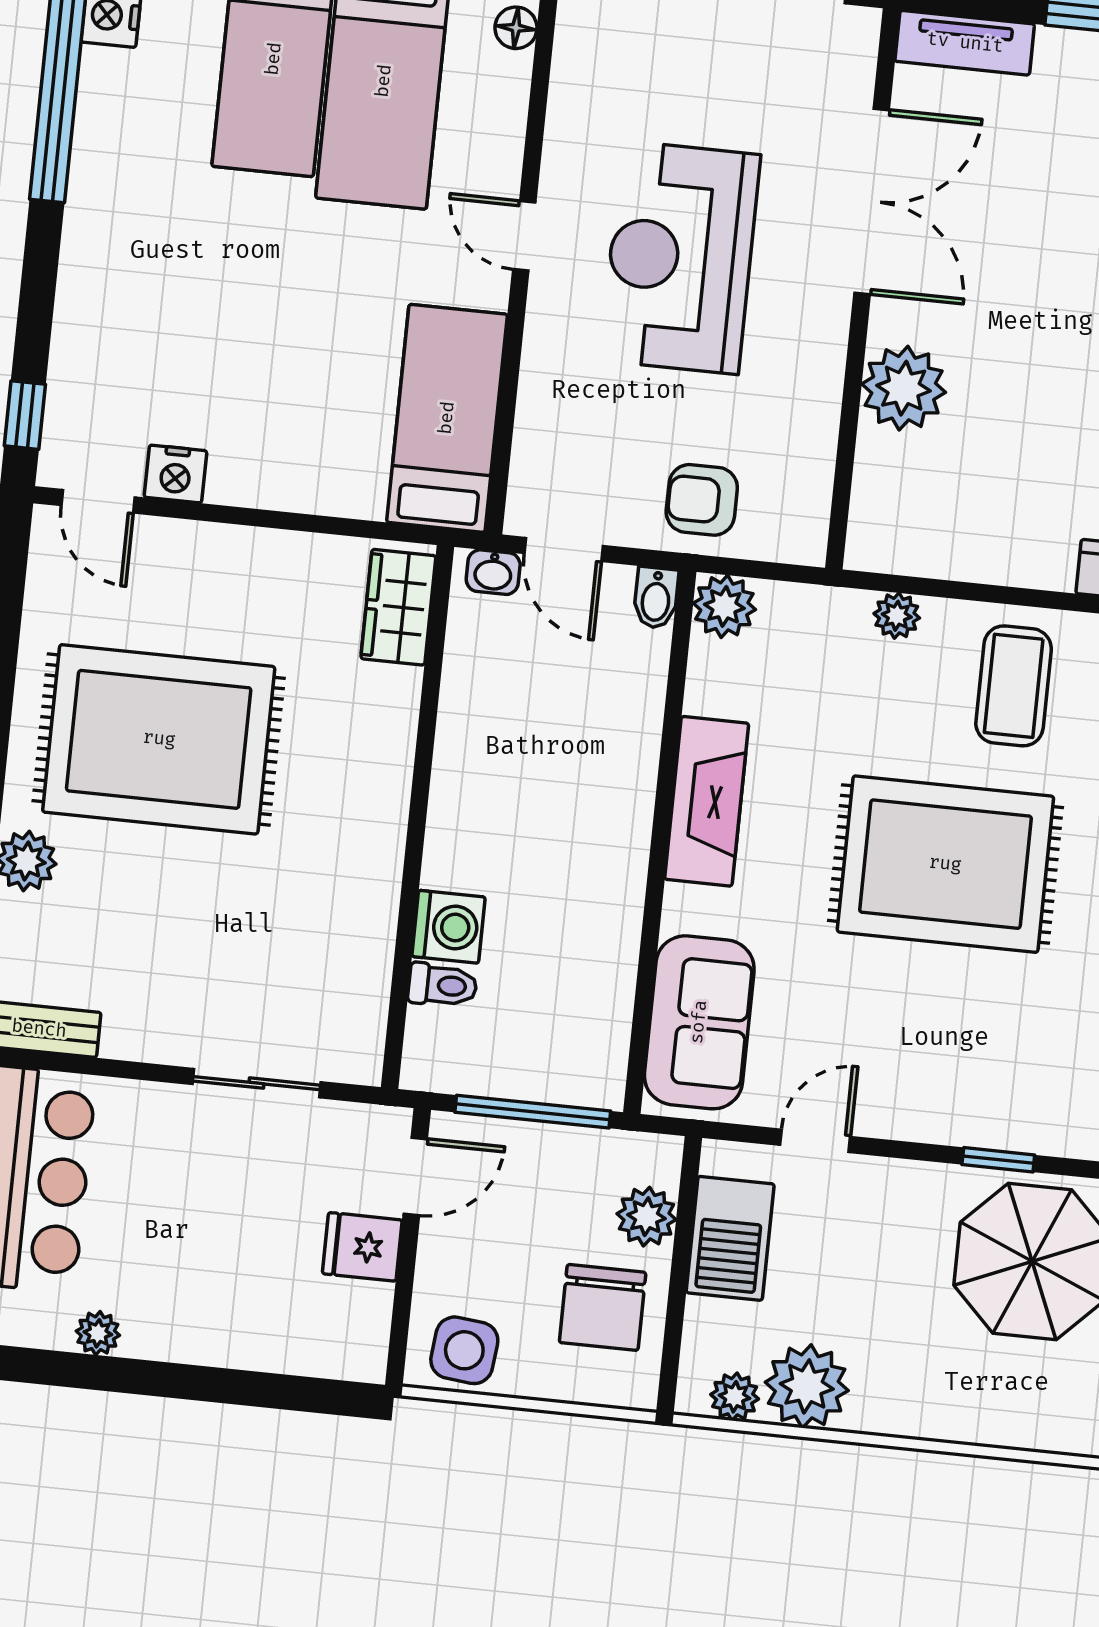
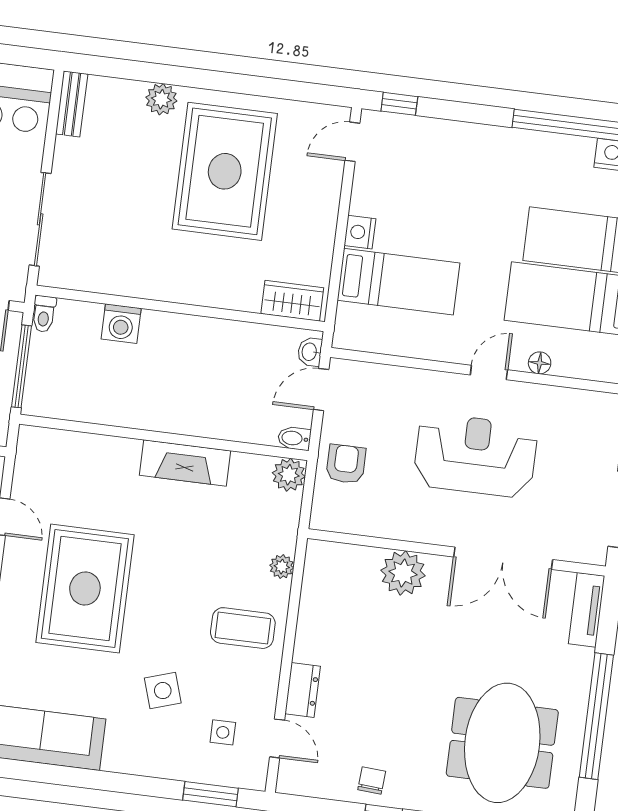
floor lamp: (516, 28) -> (540, 363), moved
bed: (447, 418) -> (398, 282), moved
nightstand: (175, 474) -> (360, 232), moved
rug: (945, 864) -> (85, 589), moved
toilet: (443, 985) -> (44, 314), moved
sofa: (699, 1022) -> (67, 456), removed
sliding door: (256, 1083) -> (40, 219), width x1.37

